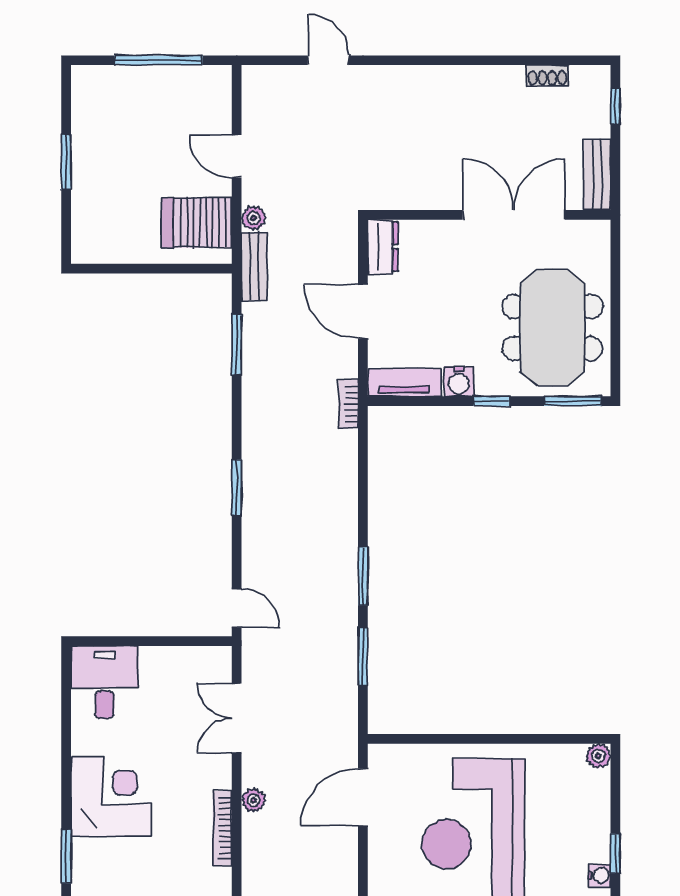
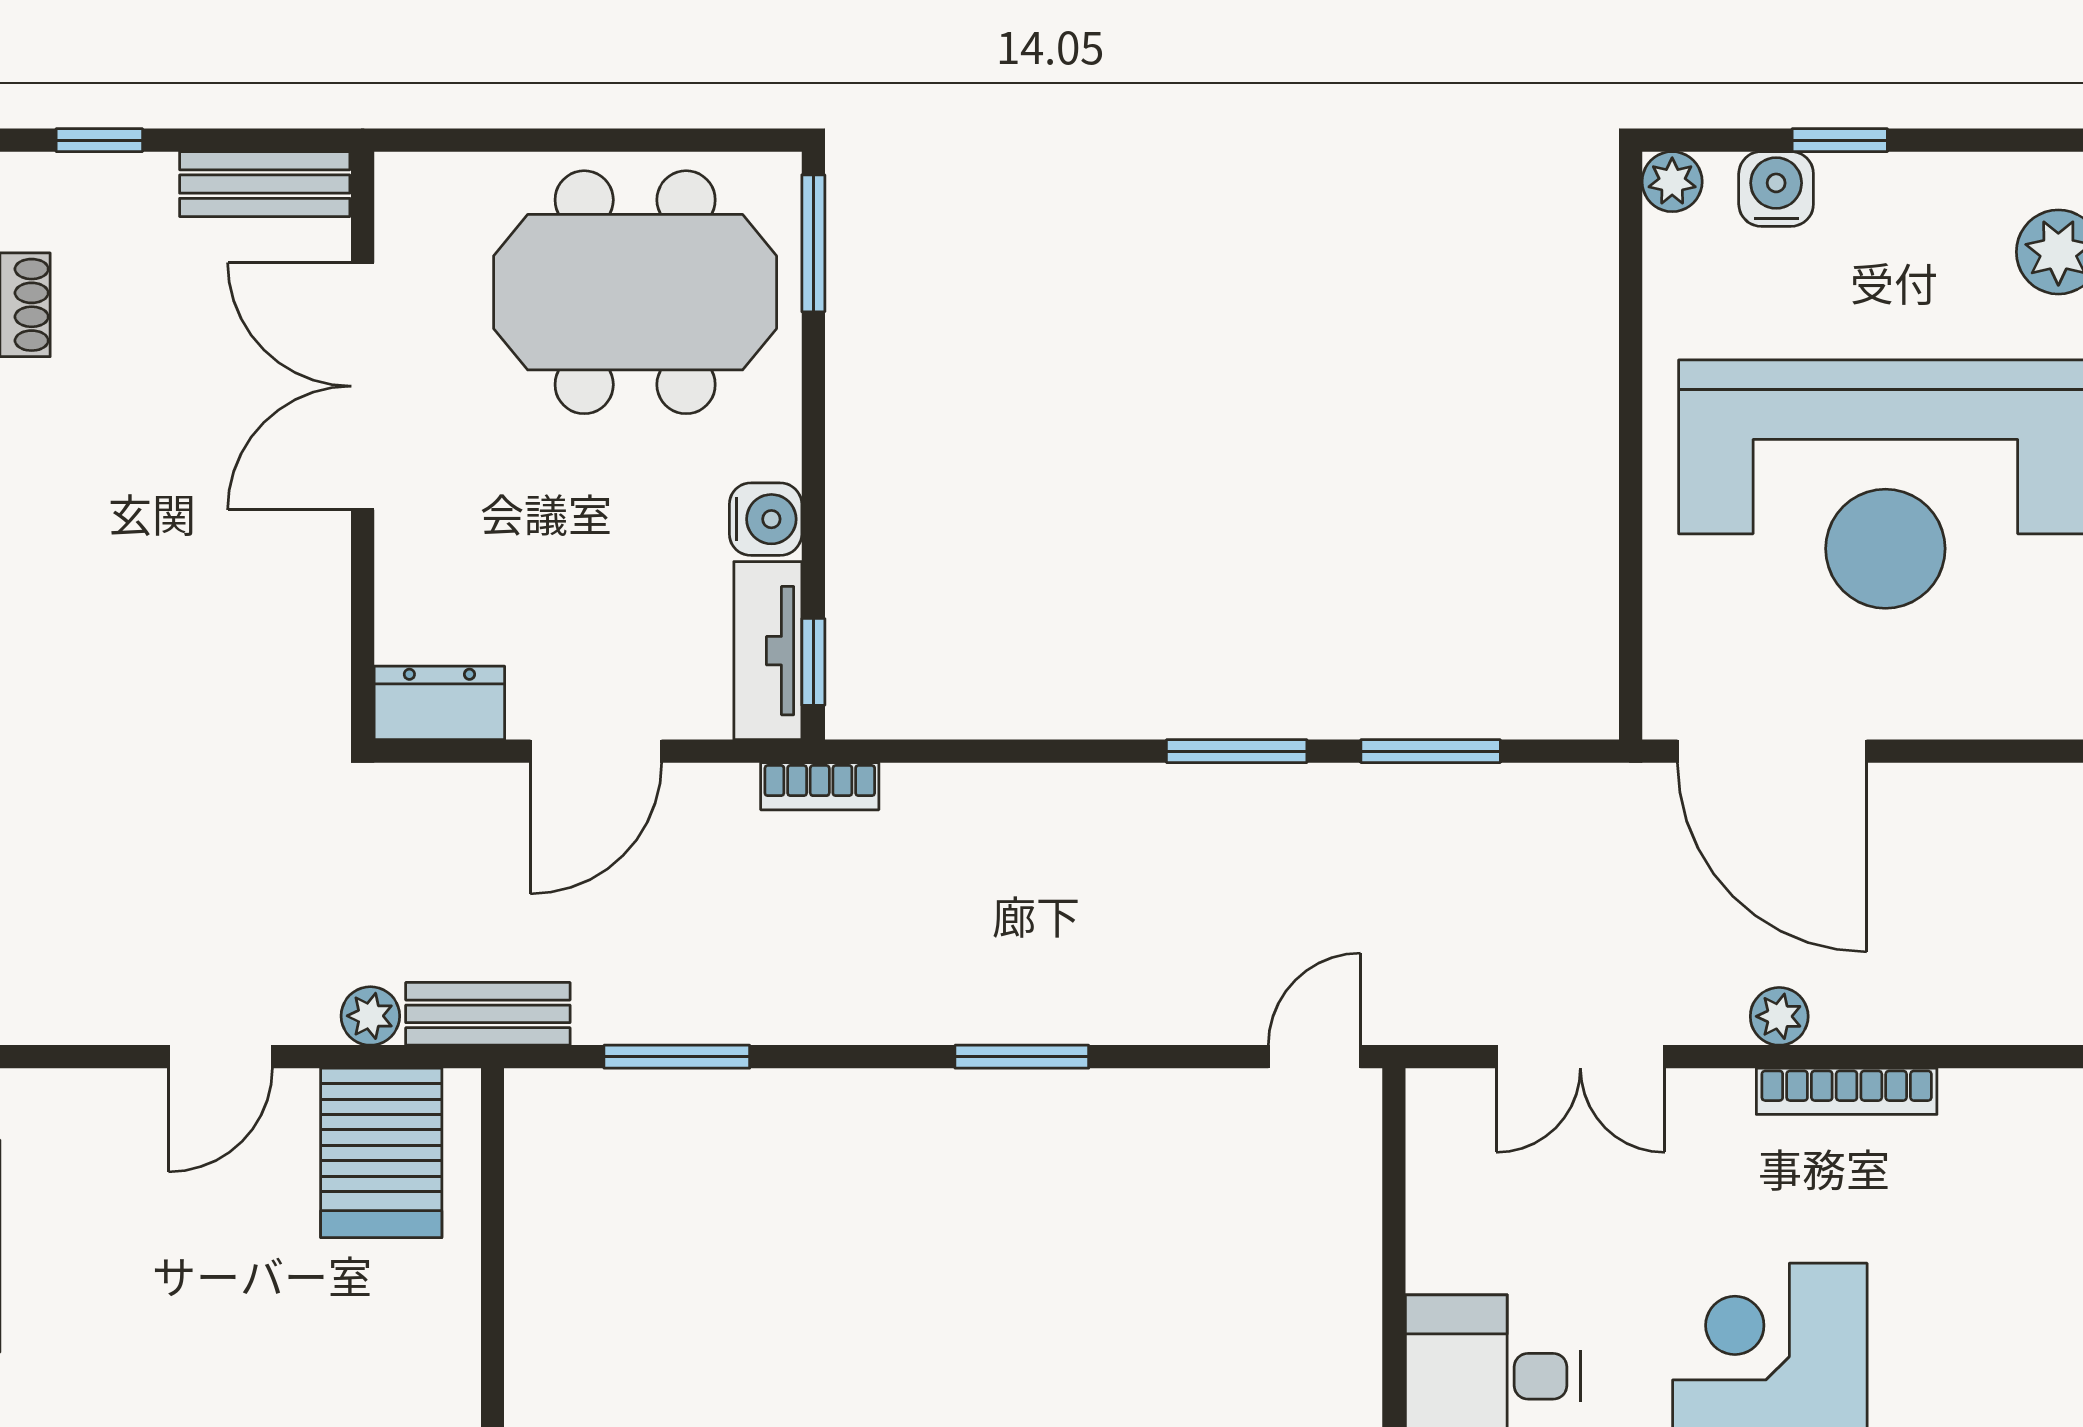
window: (491, 401) -> (813, 662), moved
door: (363, 797) -> (1772, 751), width x1.36
window: (615, 853) -> (1840, 140), moved
water cooler: (600, 876) -> (1776, 189), moved, width x1.38, depth x1.38

